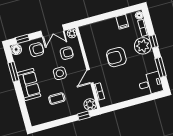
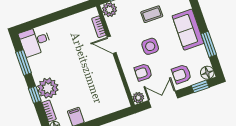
armchair: (116, 57) -> (80, 72), removed
door: (90, 77) -> (112, 45), swing flipped

